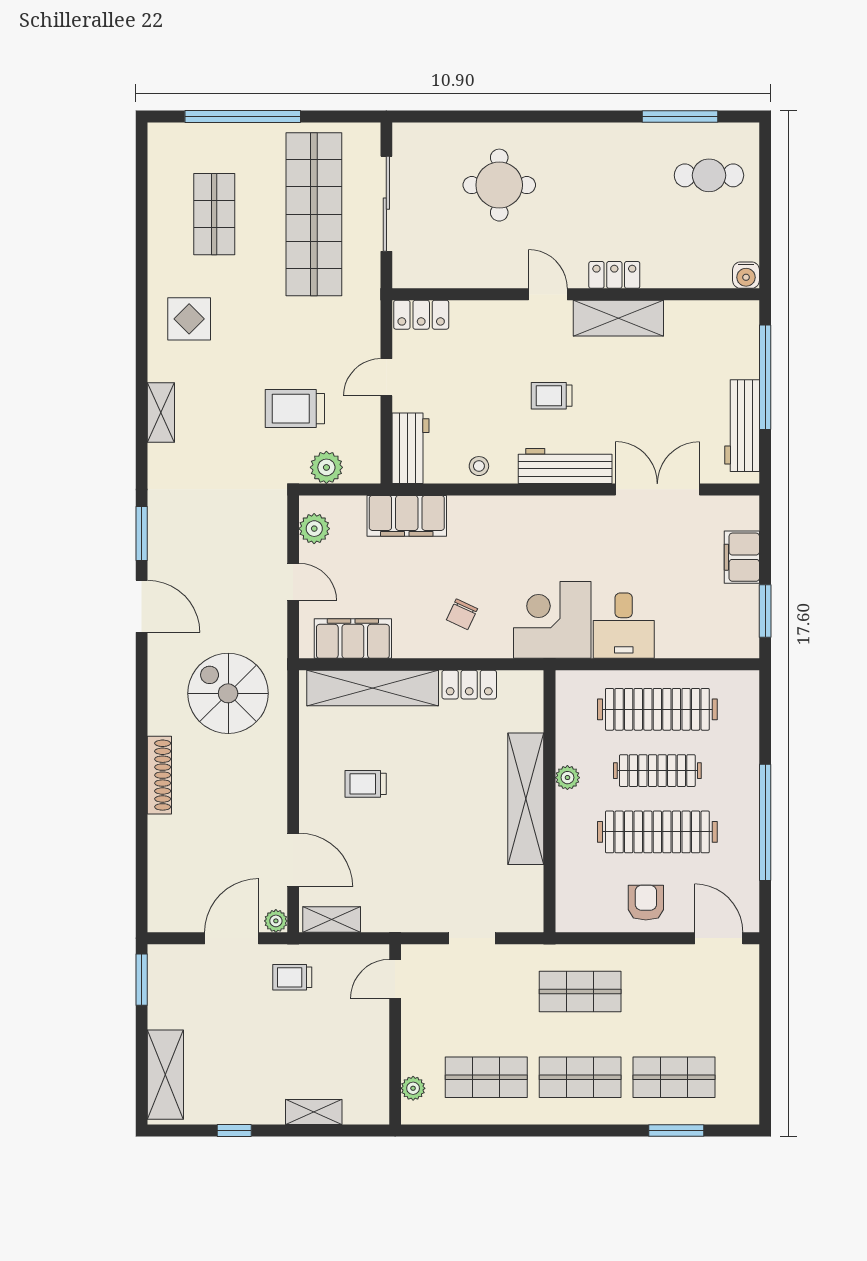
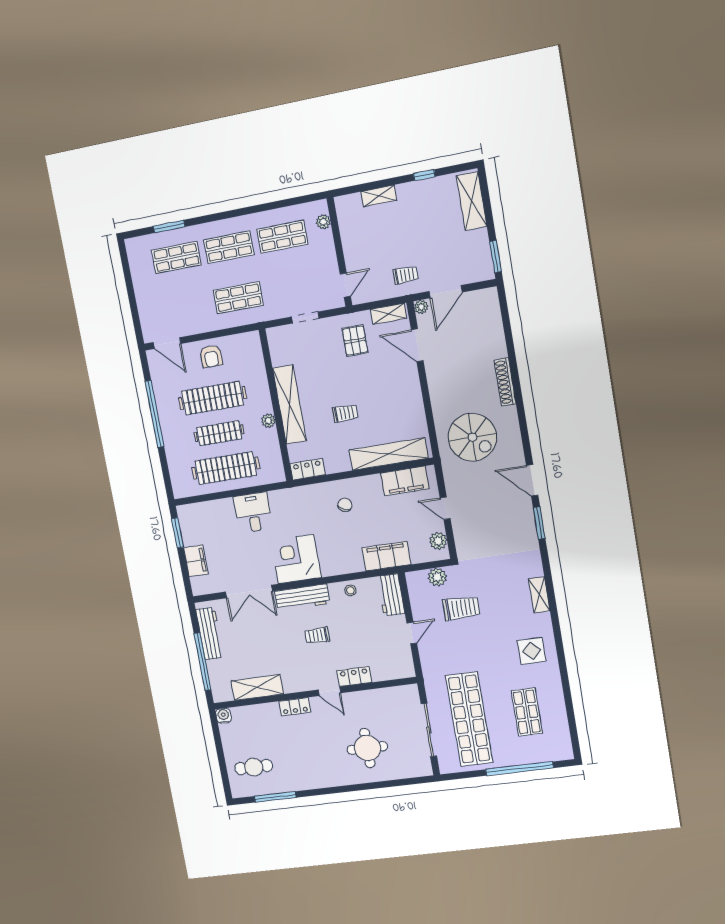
locker: (421, 315) -> (354, 677), moved
shelving: (618, 318) -> (257, 687), moved
trolley: (552, 396) -> (317, 635), turned 180
corner desk: (552, 620) -> (296, 559), moved, turned 180
locker: (469, 685) -> (308, 469), moved
trolley: (366, 784) -> (345, 413), moved
pallet: (395, 886) -> (355, 341), added

